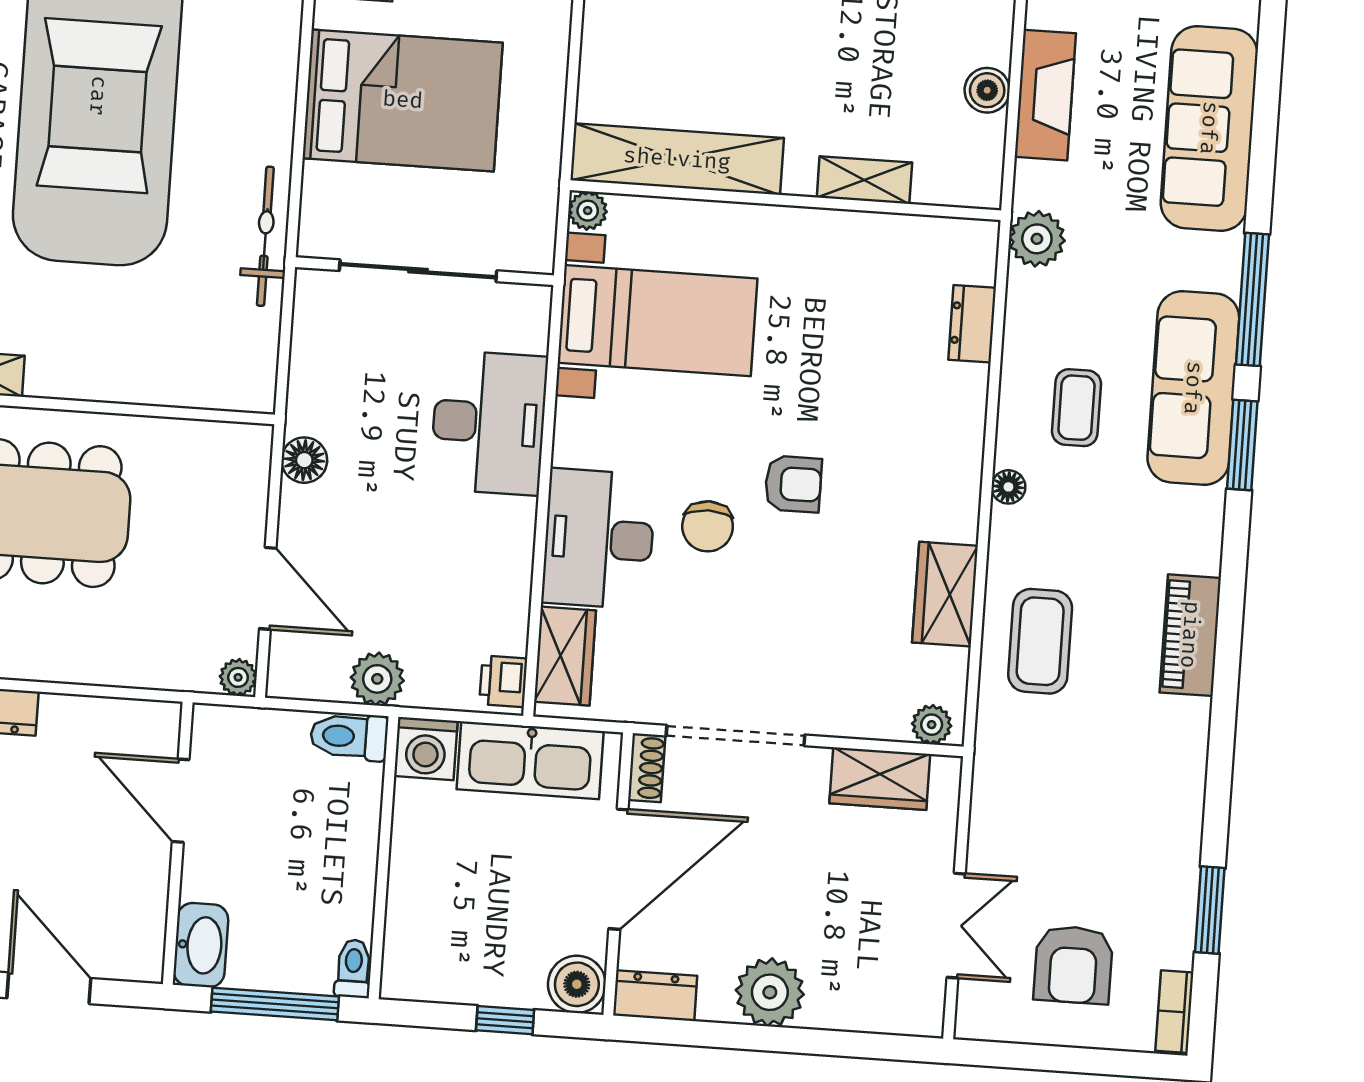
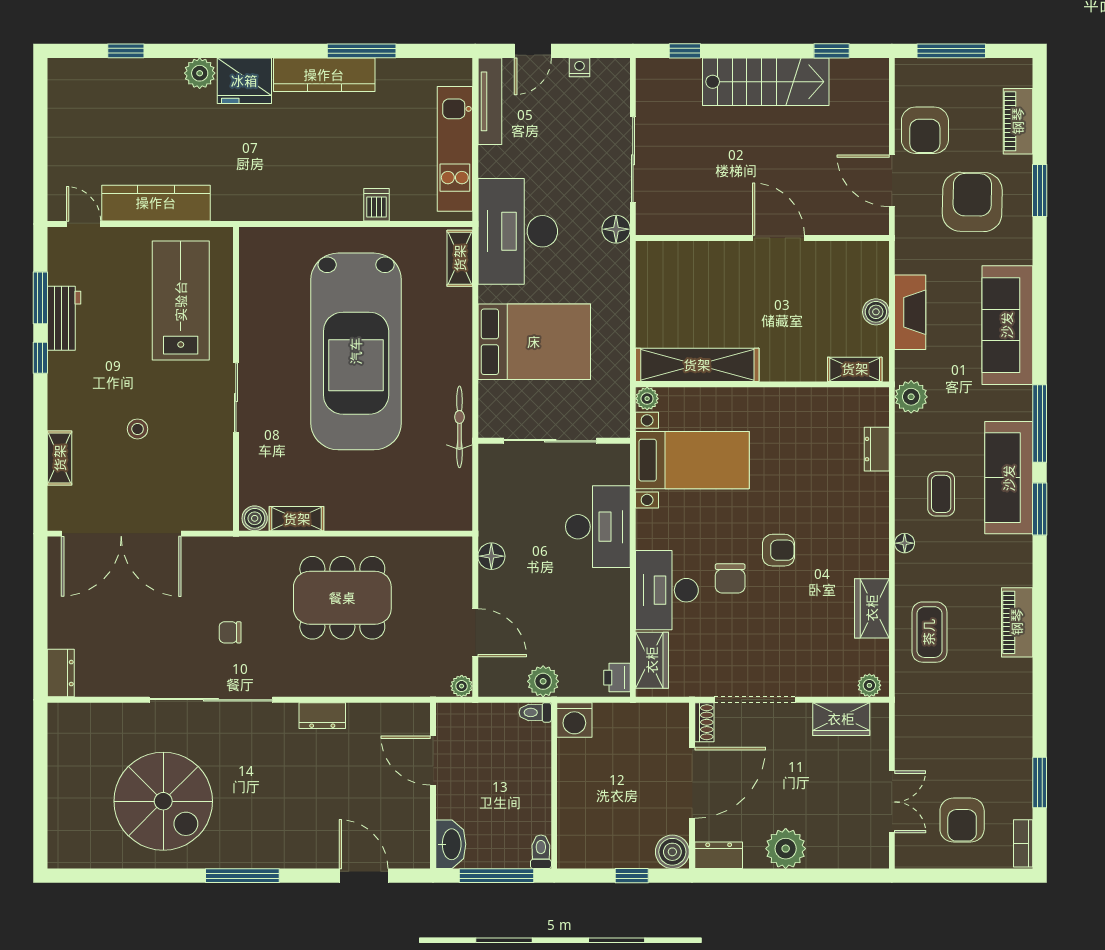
shelving: (864, 180) -> (855, 369), moved
toilet: (349, 736) -> (535, 712), width x0.73, depth x0.72
kitchen sink: (530, 760) -> (636, 723), removed

